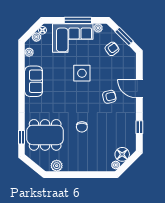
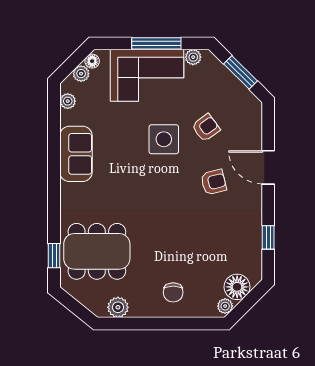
armchair: (112, 49) -> (206, 128), moved
chair: (82, 127) -> (173, 292), moved

